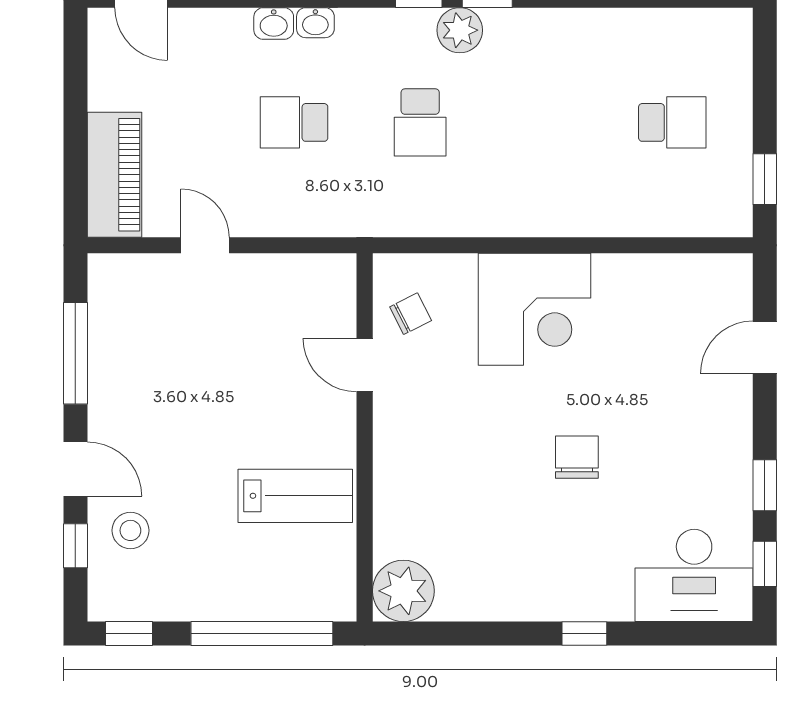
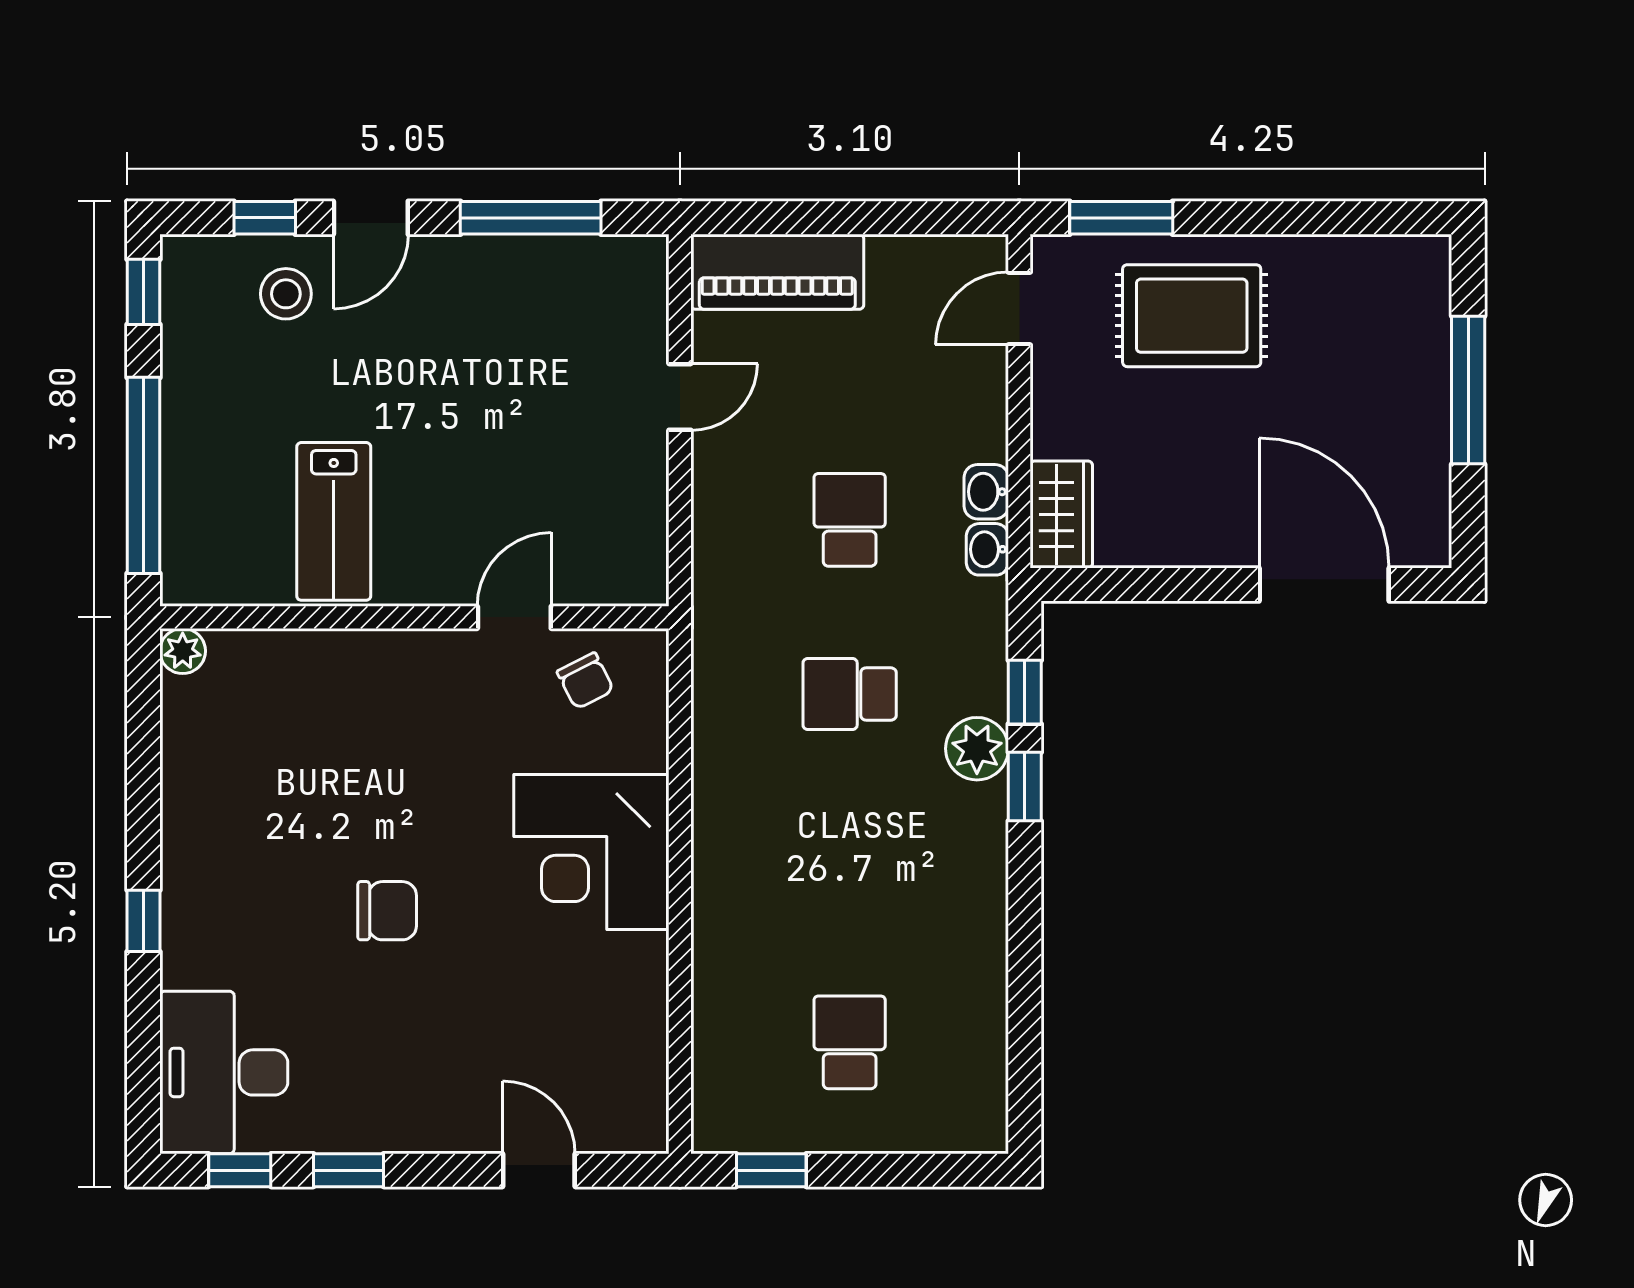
school desk: (672, 122) -> (850, 1042), turned 180
plant: (403, 591) -> (183, 651), width x0.53, depth x0.53

